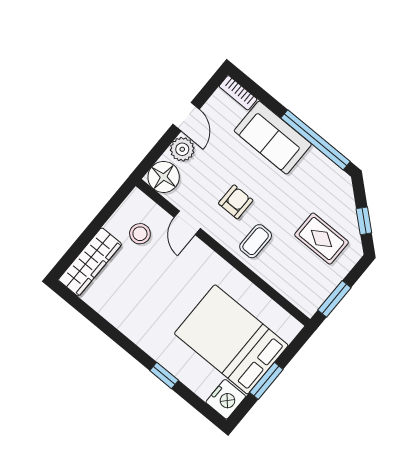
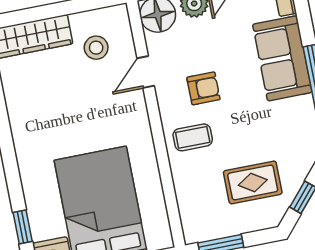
rug: (321, 239) -> (253, 182), turned 90
window: (164, 375) -> (23, 227), moved

